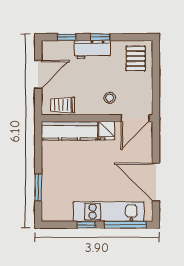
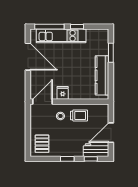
workbench: (92, 50) -> (96, 150), moved
trolley: (63, 105) -> (79, 115), moved
kitchen counter: (69, 131) -> (102, 75), moved, turned -90

